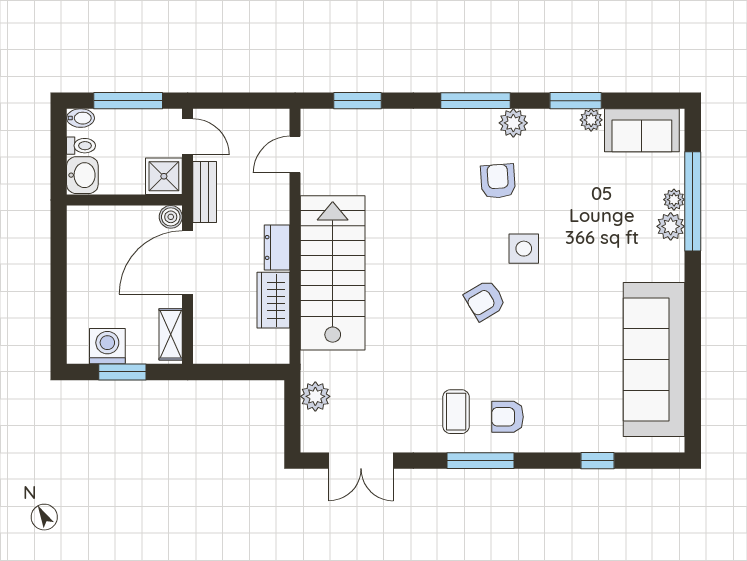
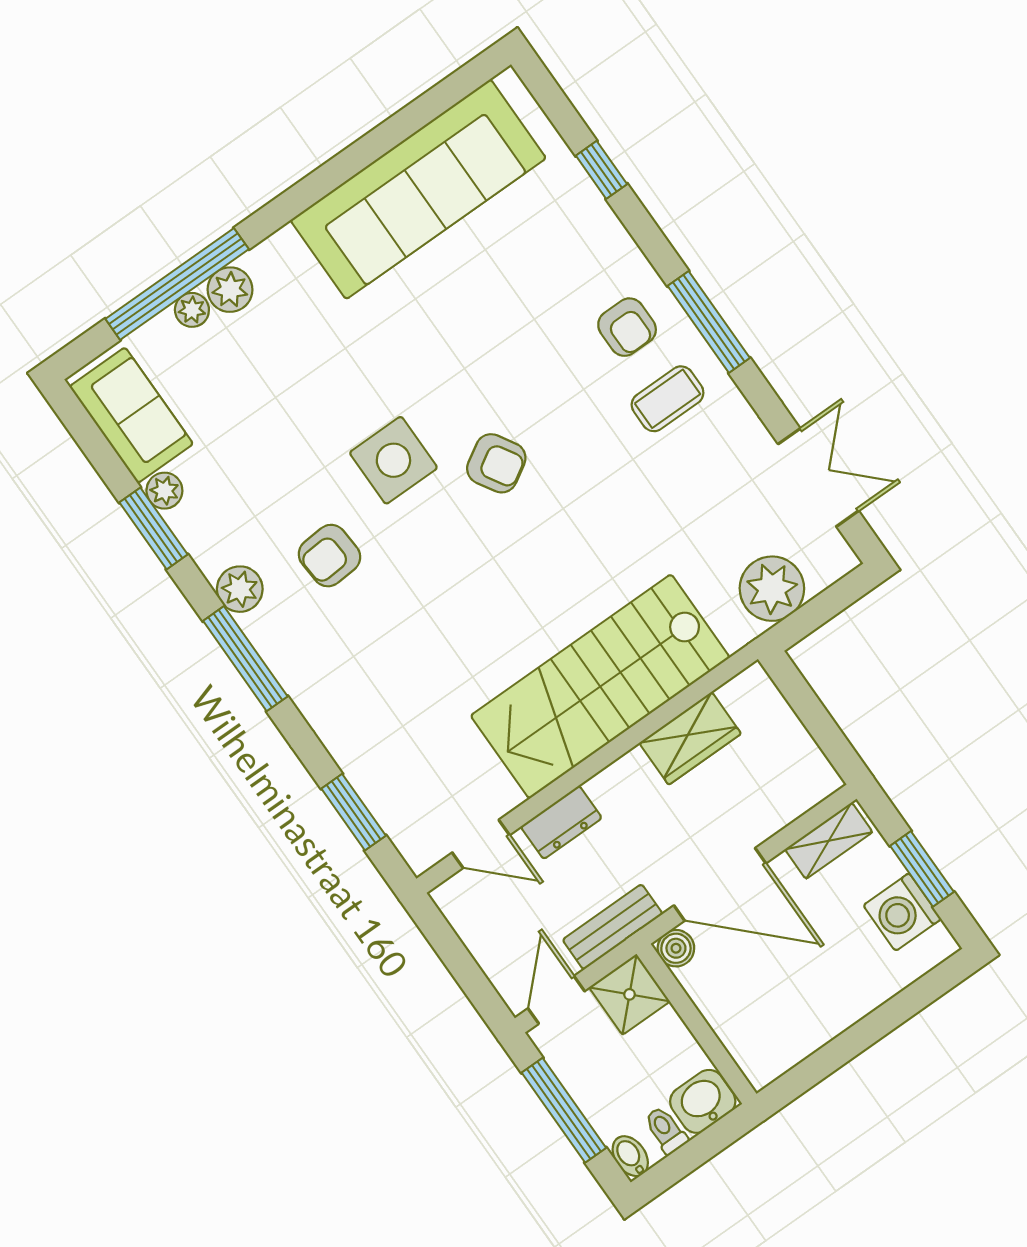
dresser: (277, 247) -> (561, 822), moved
side table: (524, 249) -> (393, 460), width x1.37, depth x1.37
plant: (315, 396) -> (772, 589), width x1.36, depth x1.36

